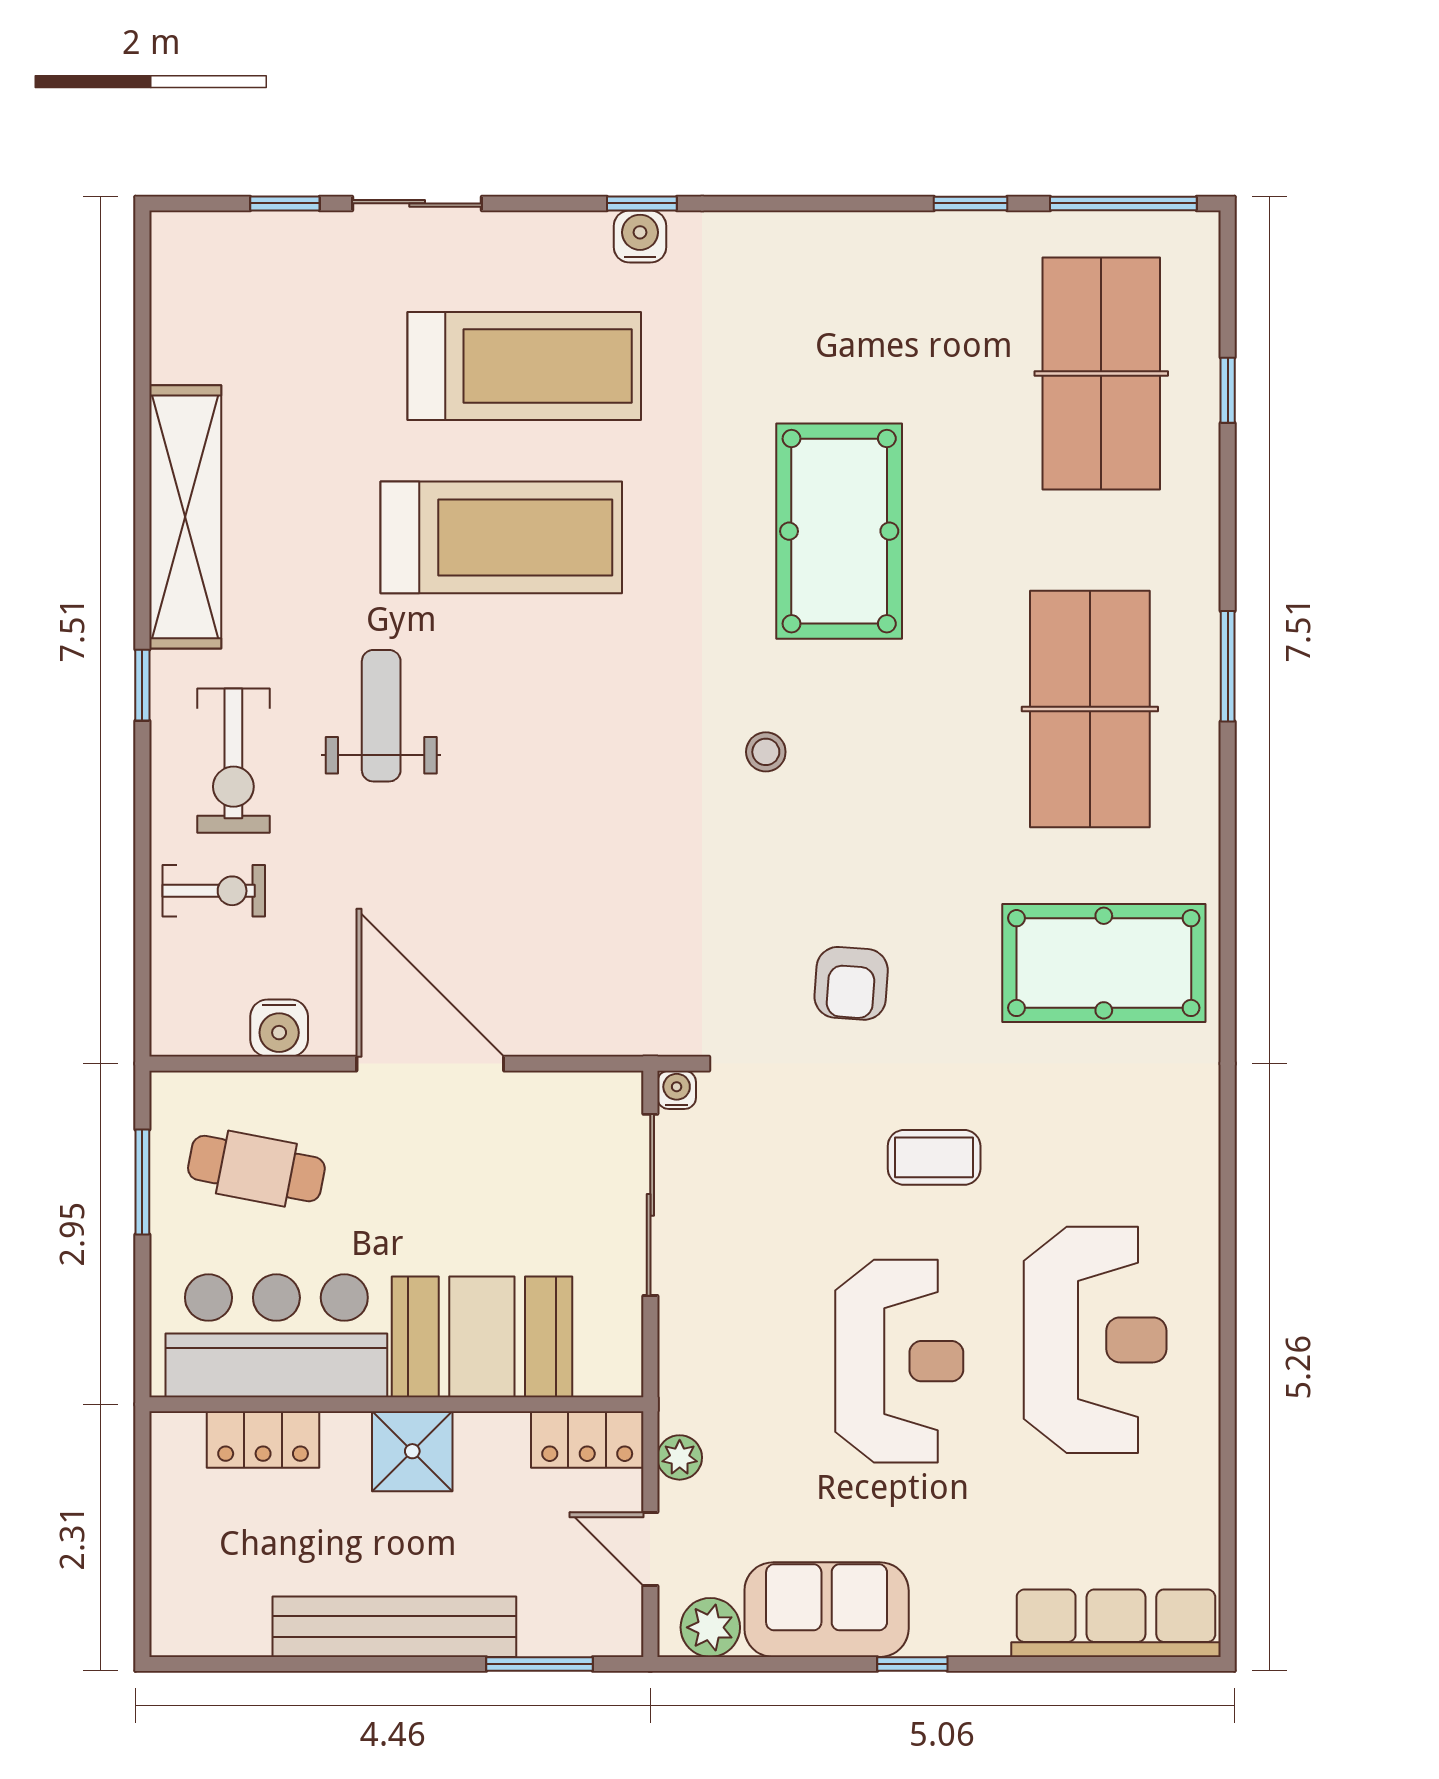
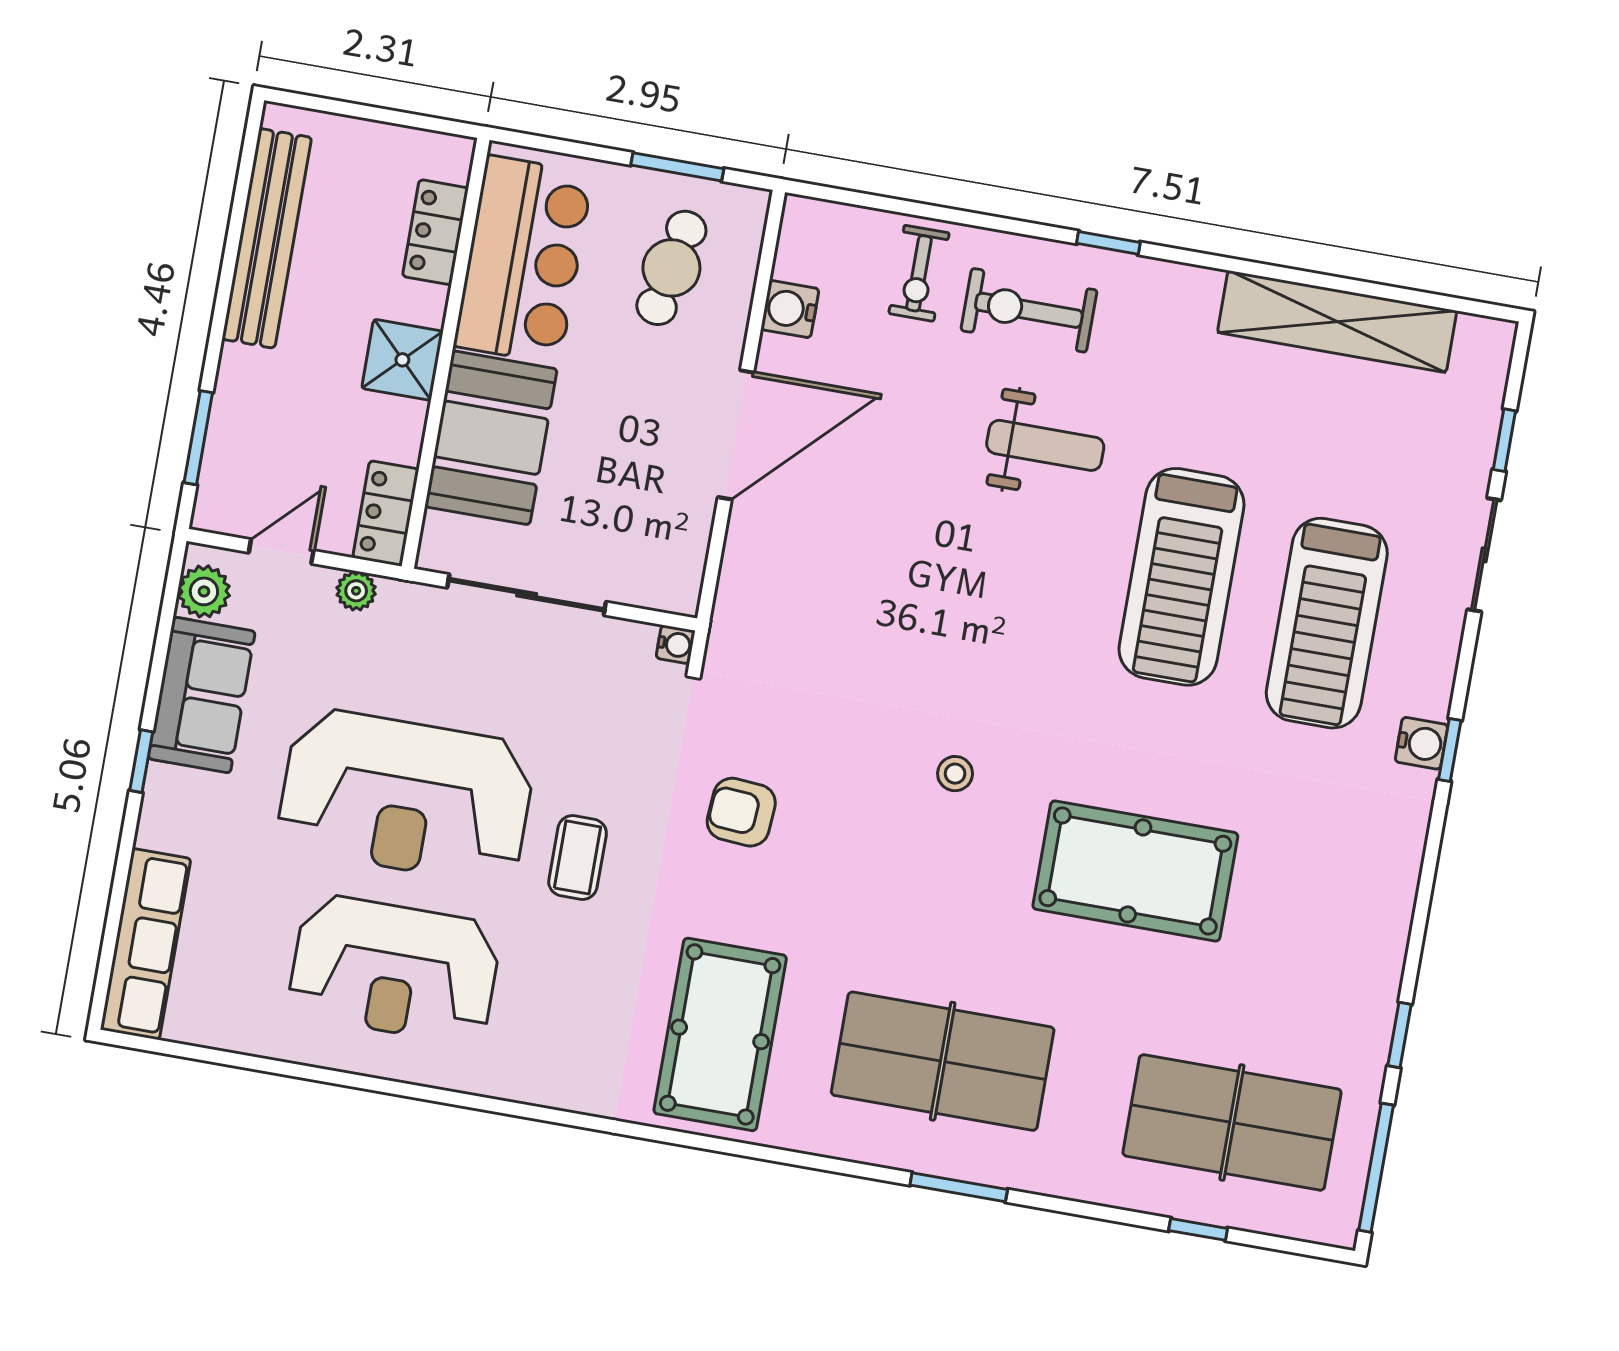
shelving: (185, 517) -> (1337, 322), moved
sliding door: (650, 1205) -> (527, 595), moved
reception desk: (899, 1361) -> (406, 796), width x1.36, depth x1.30
bench: (394, 1627) -> (267, 238), moved

